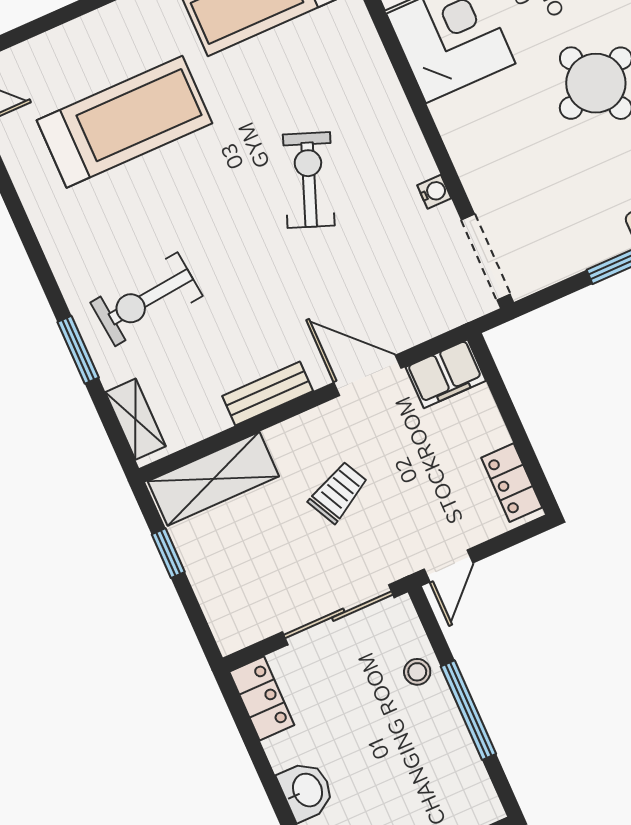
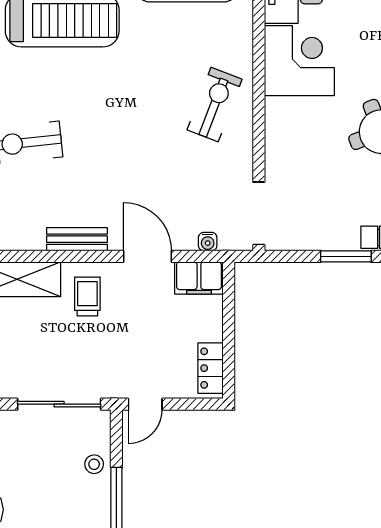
exercise bike: (309, 180) -> (215, 104), moved
water cooler: (434, 192) -> (208, 242), moved, turned 90
trolley: (338, 492) -> (87, 296), moved, turned -63

